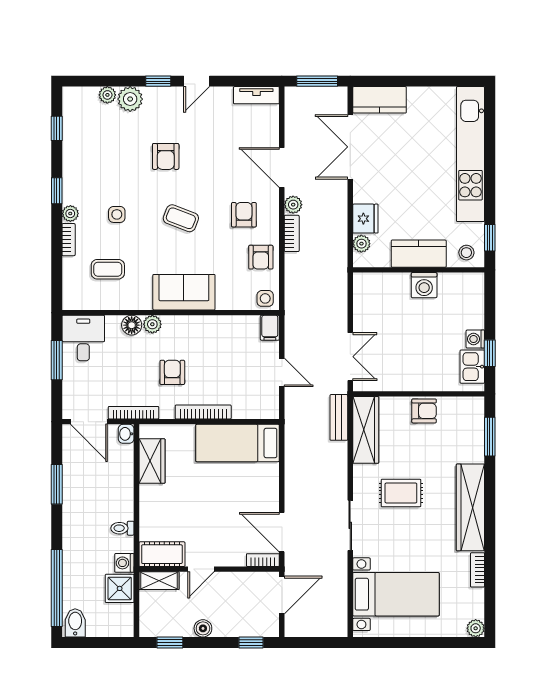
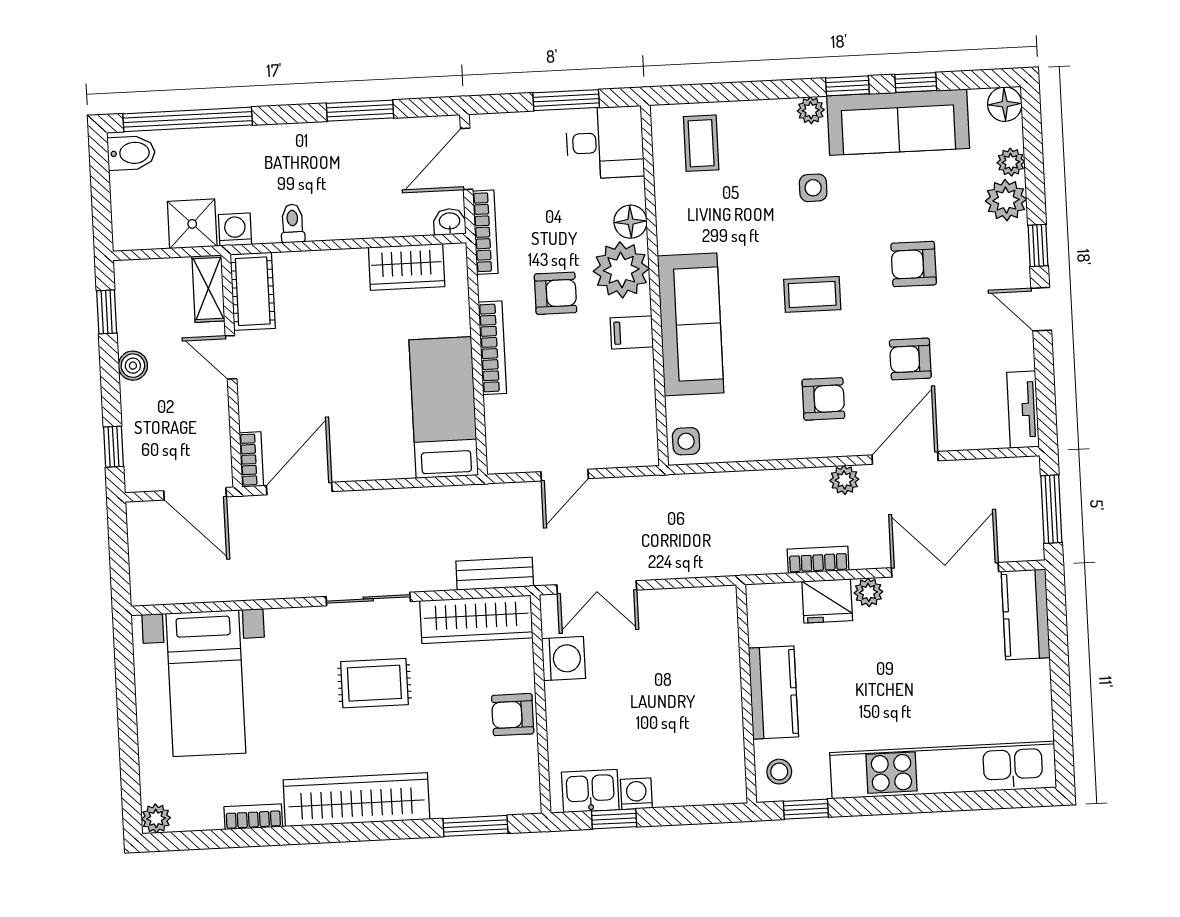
floor lamp: (72, 97) -> (1005, 104), added
window: (57, 128) -> (916, 82), moved
sofa: (80, 161) -> (898, 122), added
coffee table: (181, 218) -> (812, 294), turned 69
bookcase: (292, 233) -> (818, 560), moved, turned 180
bookcase: (69, 240) -> (767, 110), removed
plant: (361, 244) -> (868, 592), moved
armchair: (261, 257) -> (910, 359), moved
coffee table: (108, 269) -> (701, 143), moved
washing machine: (424, 285) -> (564, 659), moved, turned 180
sofa: (184, 292) -> (691, 324), width x1.36
plant: (152, 324) -> (621, 270), width x1.87, depth x1.87
filing cabinet: (270, 328) -> (632, 332), moved
armchair: (424, 411) -> (513, 715), turned 90
rug: (401, 493) -> (374, 683), turned 90
sliding door: (350, 525) -> (368, 599), moved

